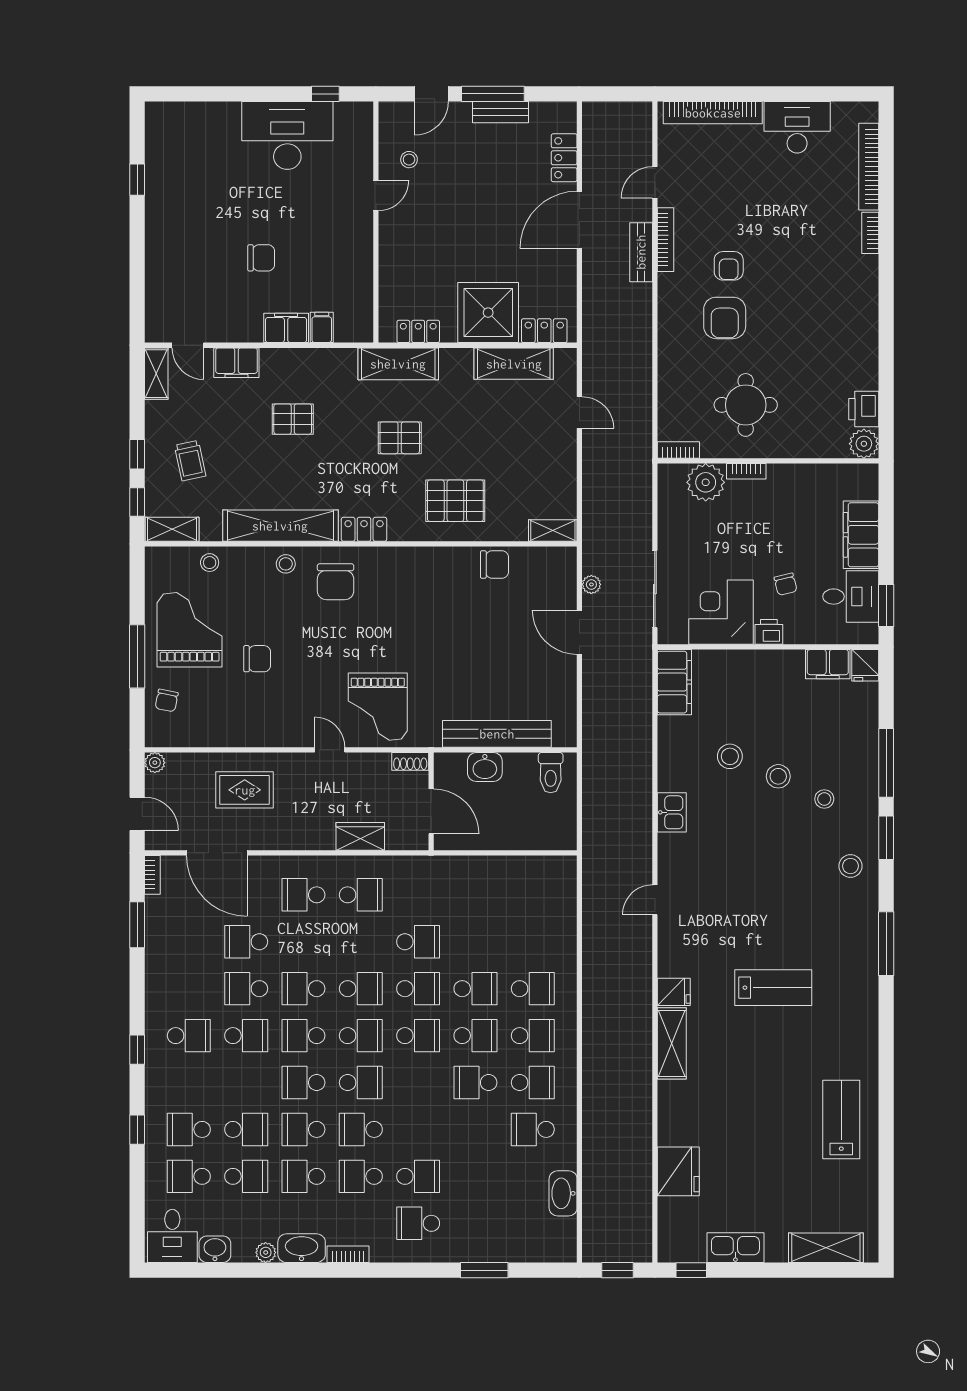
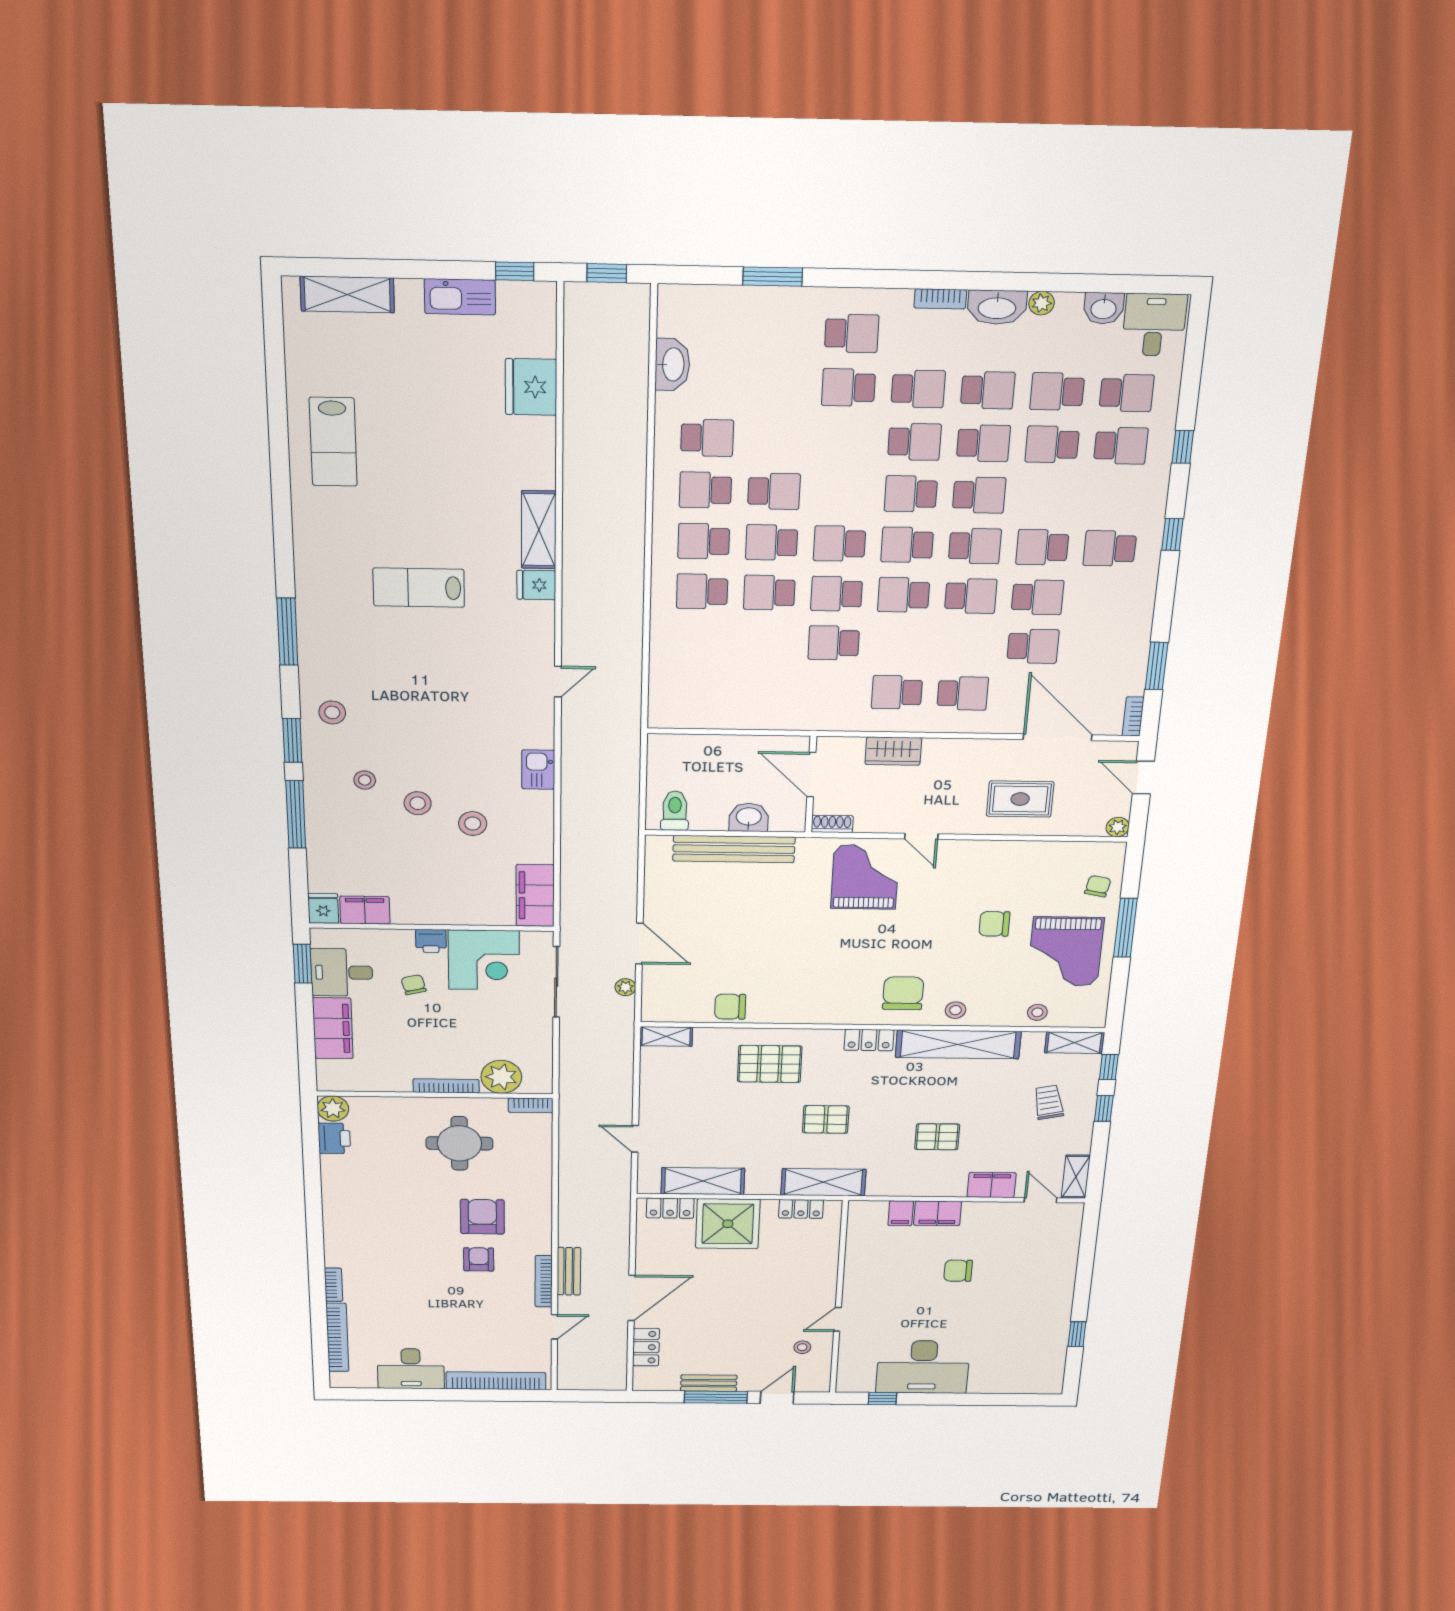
bookcase: (746, 471) -> (446, 1086), width x1.56

